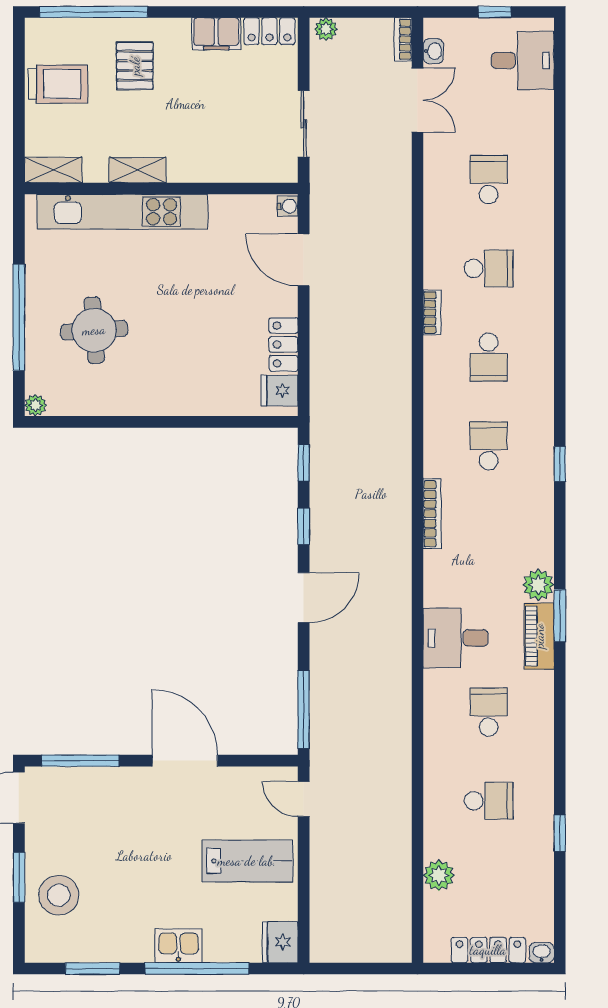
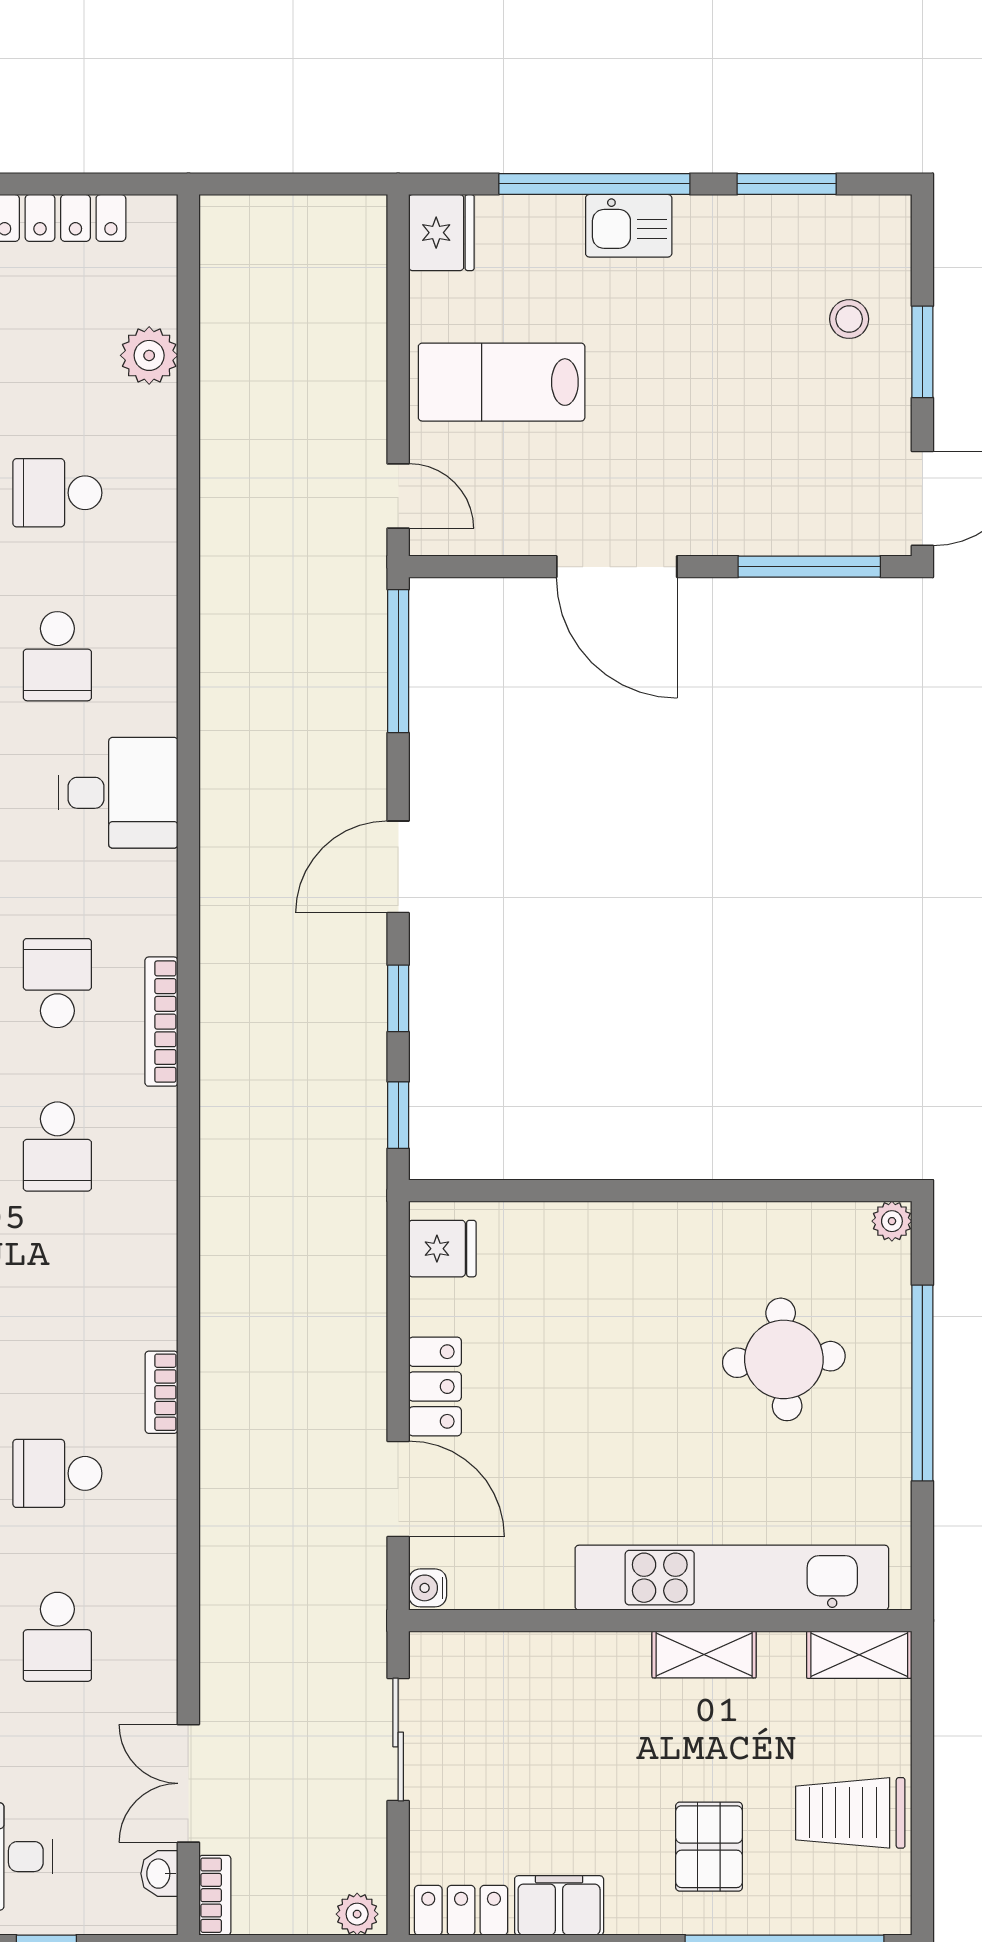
locker: (284, 344) -> (435, 1387), moved
school desk: (489, 357) -> (57, 983), moved
stool: (59, 895) -> (849, 319), width x0.53, depth x0.53

